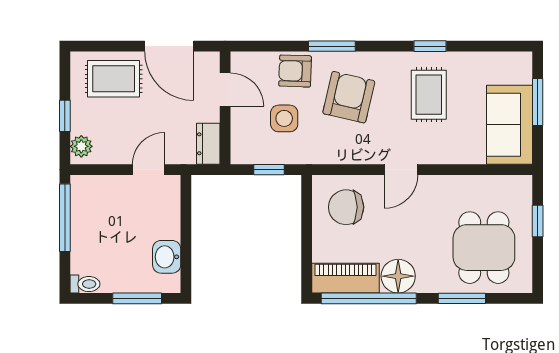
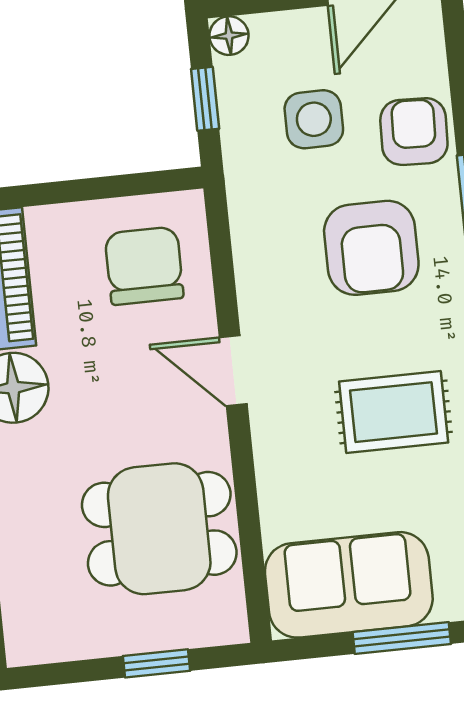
armchair: (349, 97) -> (371, 248), turned 77
floor lamp: (240, 155) -> (229, 36), added
dining table: (484, 248) -> (159, 529), moved

